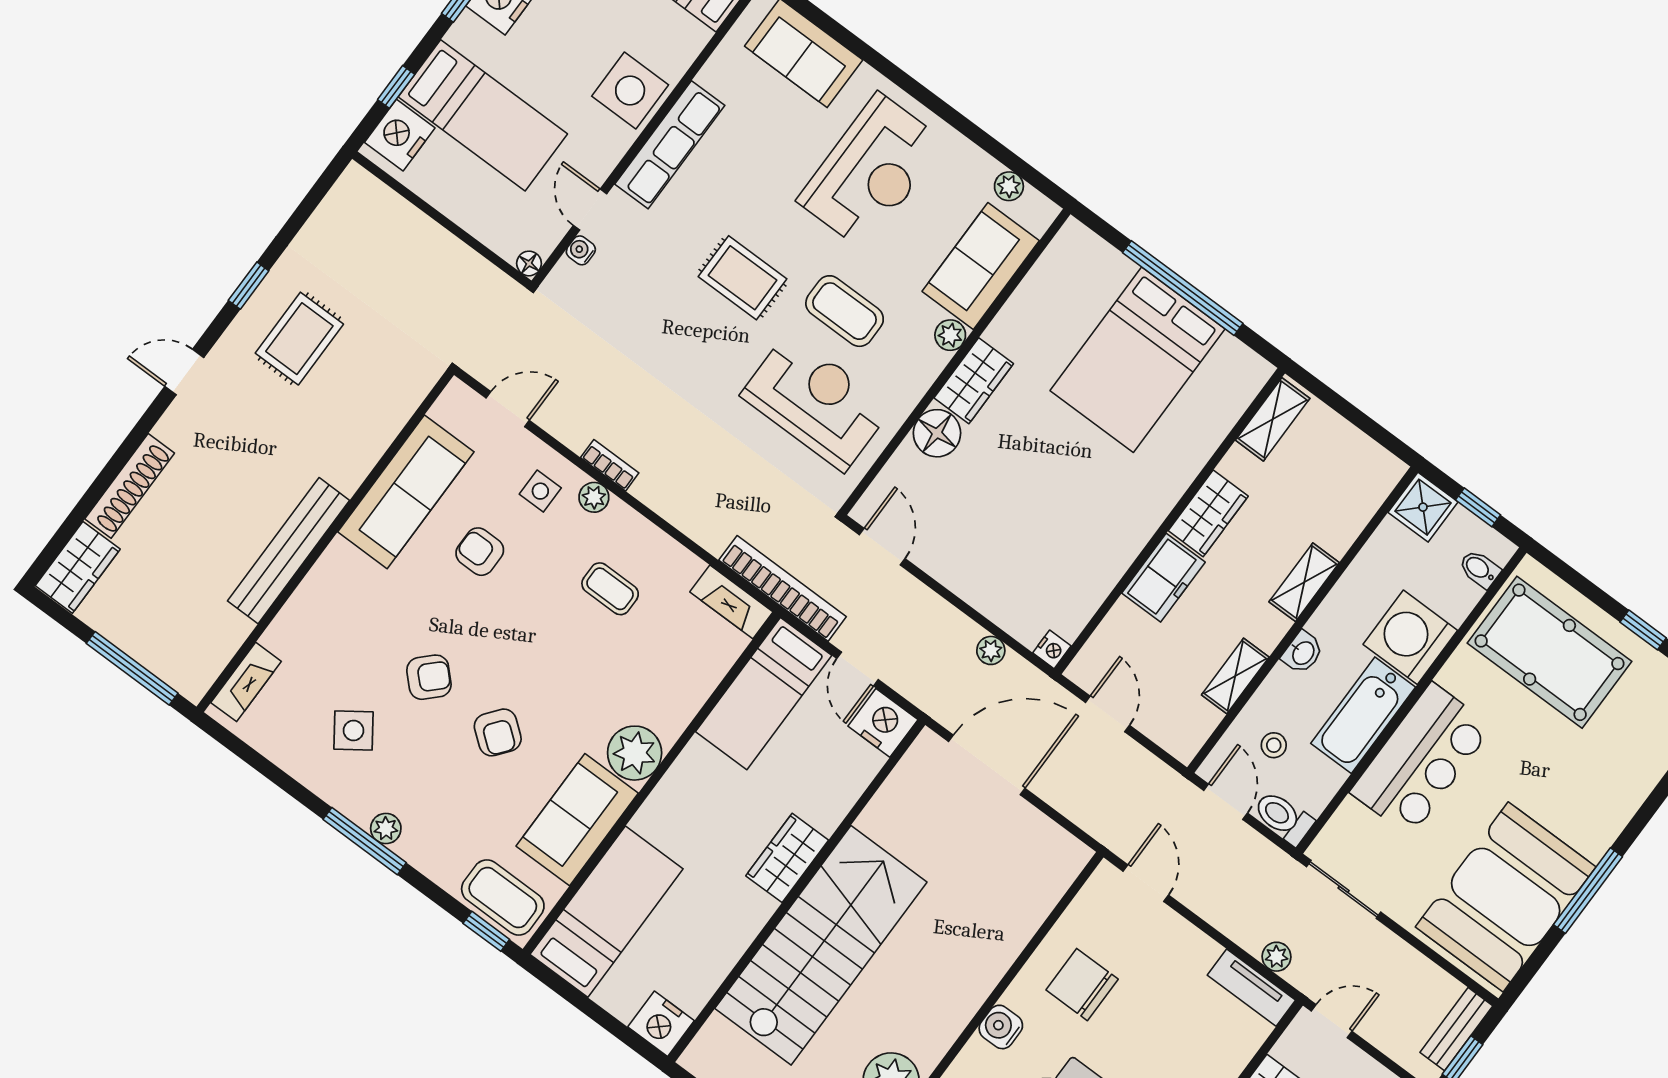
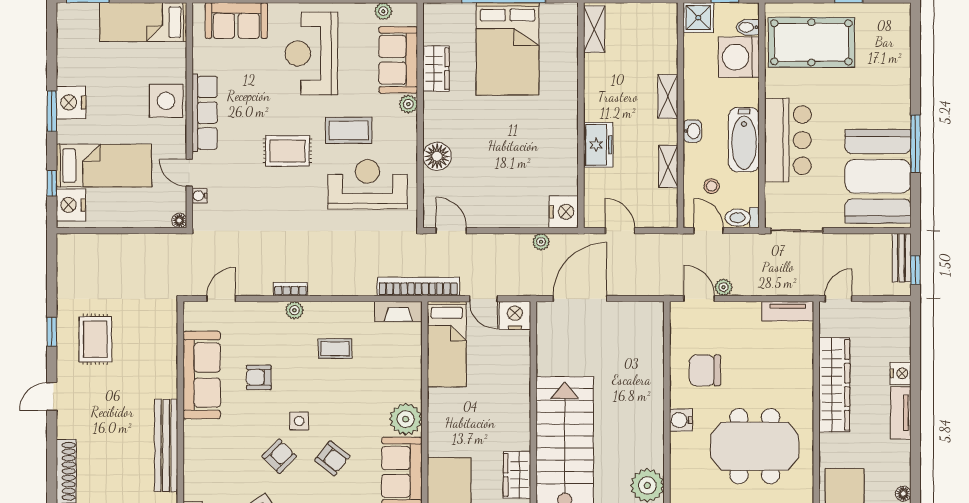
reception desk: (871, 171) -> (311, 53), turned 180
wardrobe: (974, 381) -> (436, 69), moved
side table: (540, 491) -> (299, 421), moved
wardrobe: (1208, 513) -> (597, 98), removed
washing machine: (1410, 637) -> (739, 57), moved
nightstand: (1052, 649) -> (564, 212), width x1.89, depth x1.79
wardrobe: (787, 858) -> (517, 475), moved
plant: (1277, 957) -> (723, 287), moved

